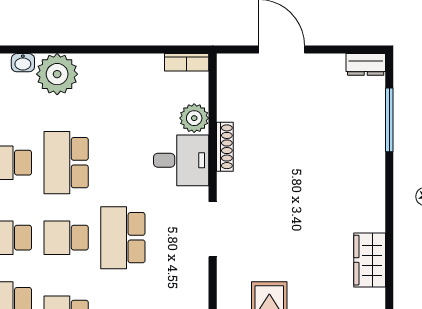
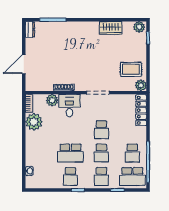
plant: (57, 74) -> (34, 122), moved
school desk: (123, 238) -> (101, 130), width x0.54

